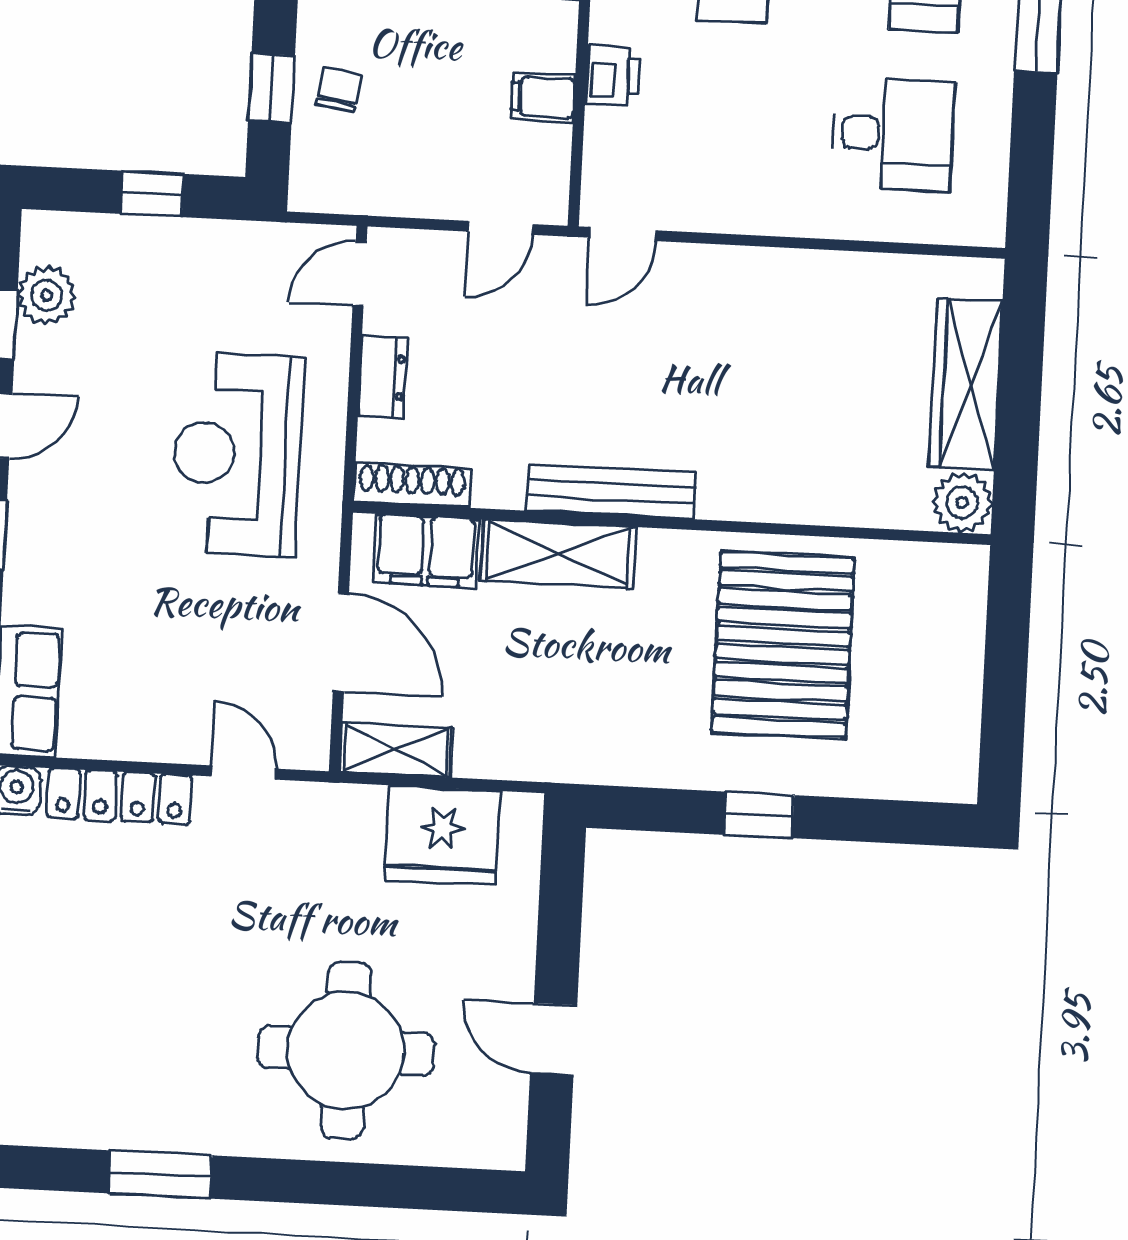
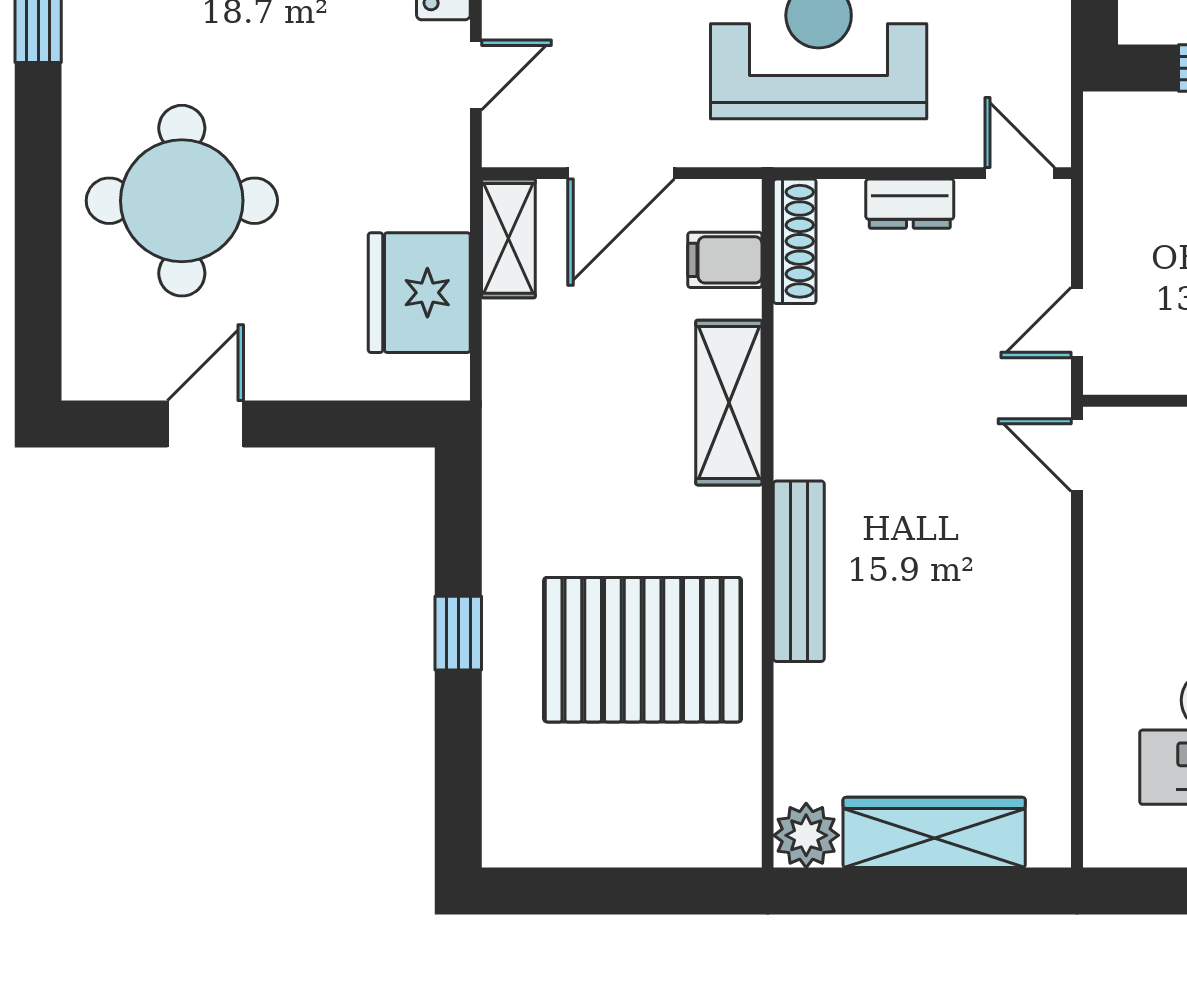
door: (500, 228) -> (1077, 322), hinge flipped
bench: (611, 492) -> (799, 571), moved
filing cabinet: (426, 551) -> (725, 260), width x0.50

